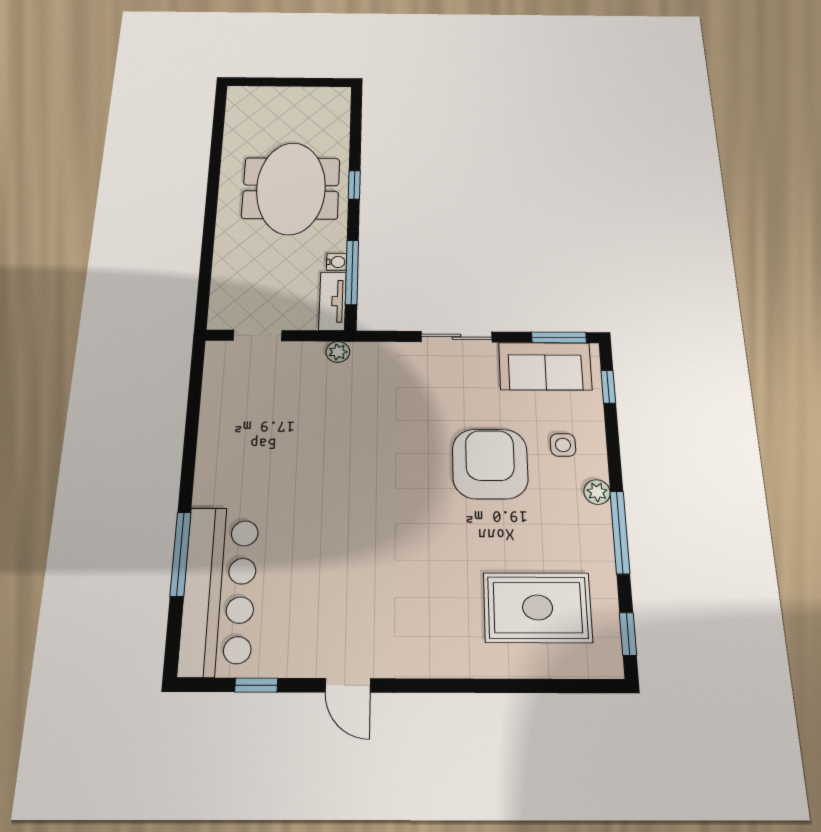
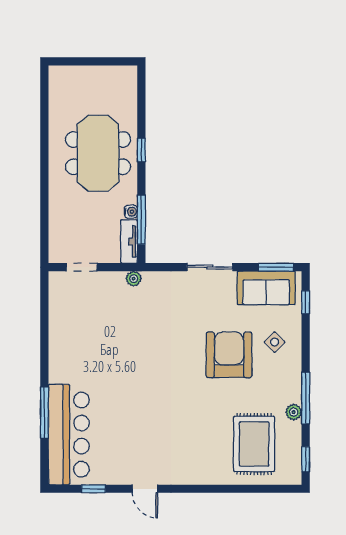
side table: (563, 445) -> (275, 342), turned 45
plant: (597, 492) -> (294, 412), moved
rug: (538, 607) -> (254, 444), turned 90

